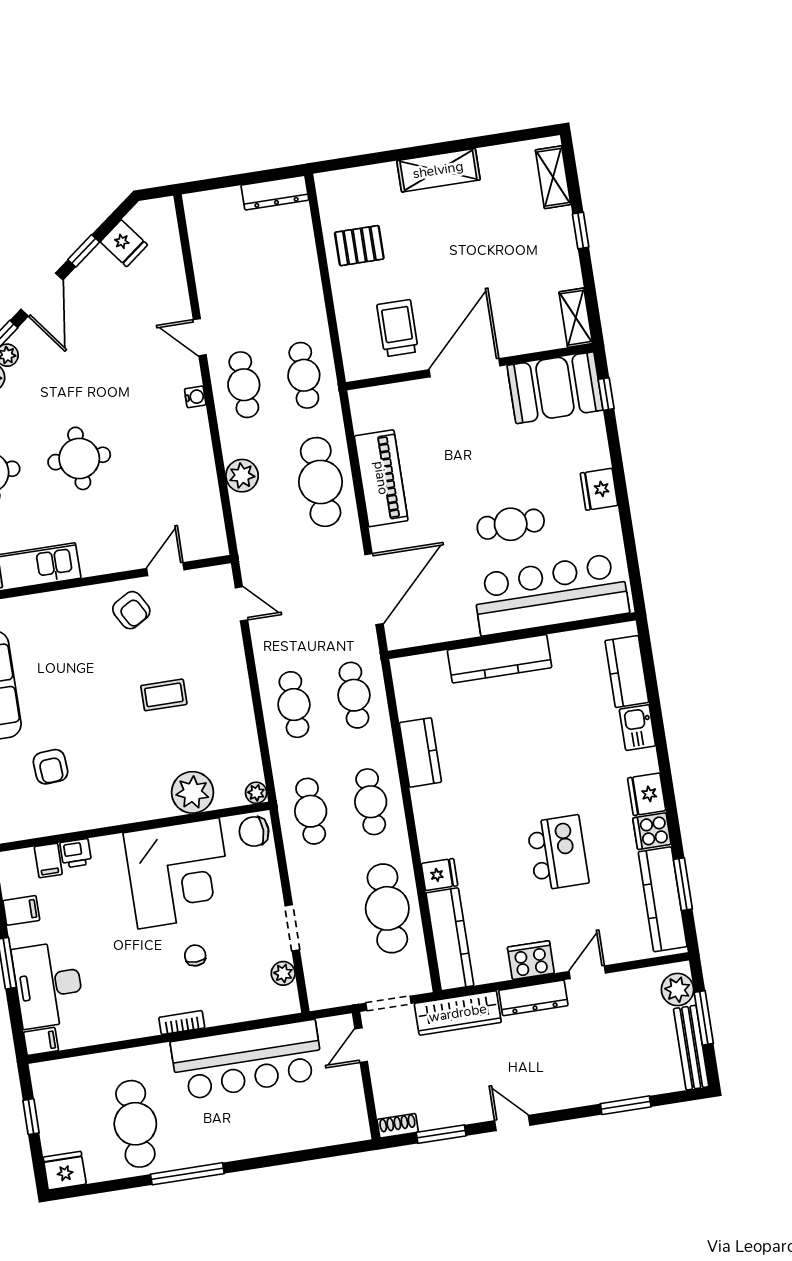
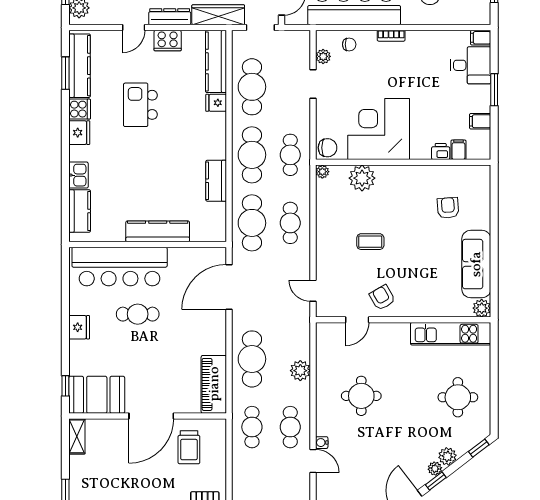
water cooler: (195, 397) -> (322, 443), moved
round table: (79, 458) -> (361, 396), moved
piano: (381, 478) -> (214, 384), moved
cafe table: (354, 695) -> (252, 223), width x1.37, depth x1.35
cafe table: (371, 802) -> (252, 155), width x1.37, depth x1.35
chair: (195, 955) -> (349, 44), moved, turned -90
desk: (48, 985) -> (471, 65), width x0.73

